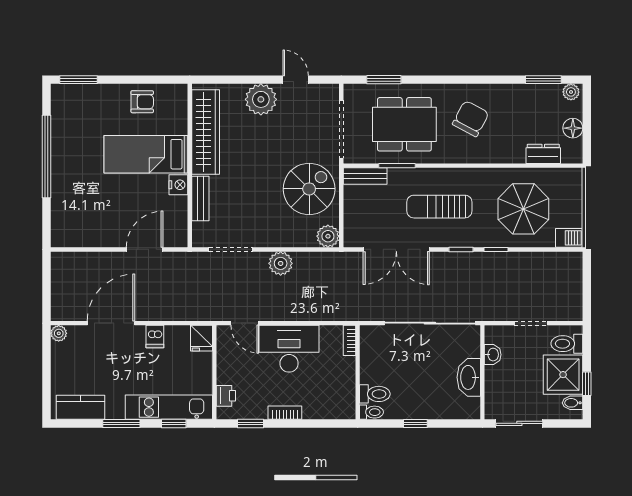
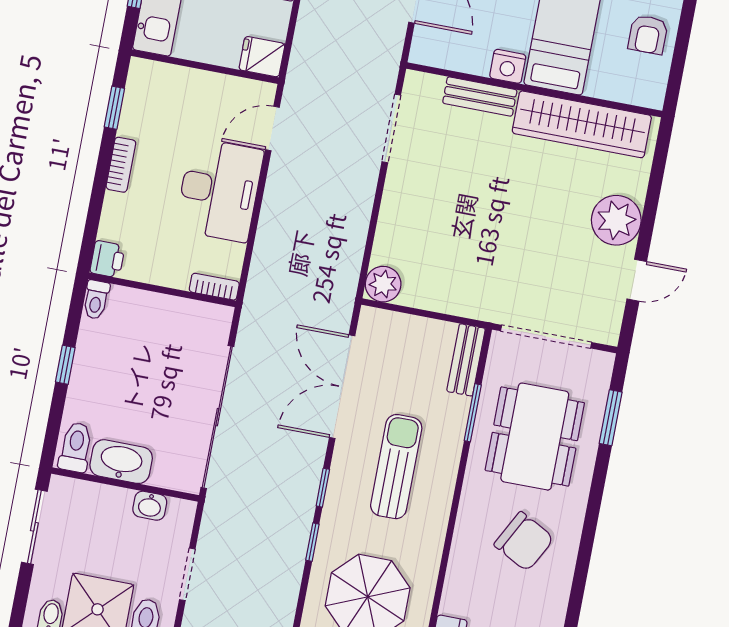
spiral stairs: (309, 189) -> (462, 269), removed
plant: (281, 263) -> (355, 202), removed
toilet: (375, 394) -> (76, 447), moved, turned 180
printer: (226, 396) -> (107, 259), moved, turned -90

